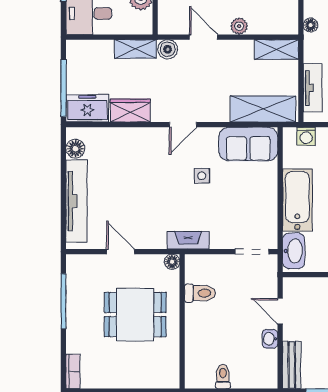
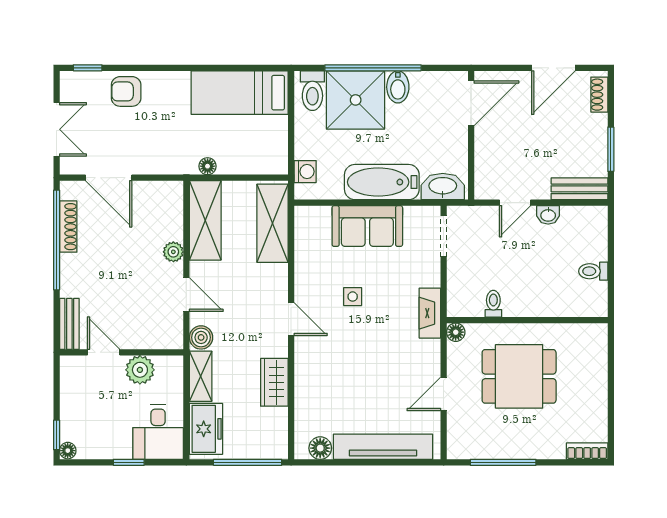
floor lamp: (311, 25) -> (208, 166), moved
door: (203, 37) -> (186, 295), swing flipped
shelving: (276, 49) -> (205, 220), width x1.50, depth x1.33
tv unit: (313, 88) -> (247, 164), removed
freezer: (87, 108) -> (206, 429), moved, turned 180
sofa: (248, 144) -> (367, 226), moved, turned 90
toilet: (200, 293) -> (493, 304), width x0.73, depth x0.72
dining table: (135, 315) -> (519, 376), turned 90

